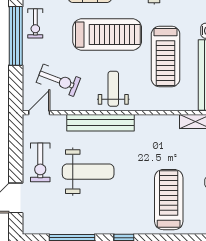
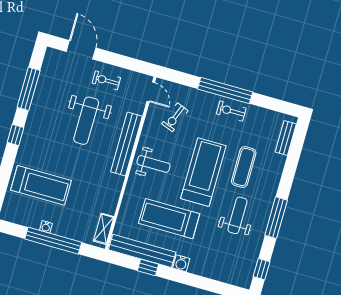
treadmill: (107, 35) -> (203, 172), turned 180
exercise bike: (58, 80) -> (175, 117), width x0.73, depth x0.72
exercise bike: (40, 162) -> (106, 80), width x0.73, depth x0.72

